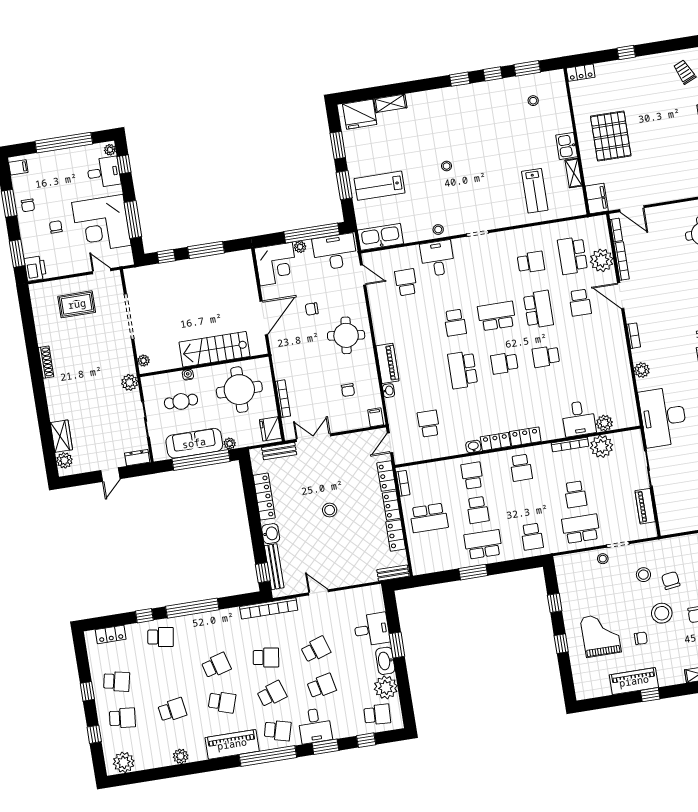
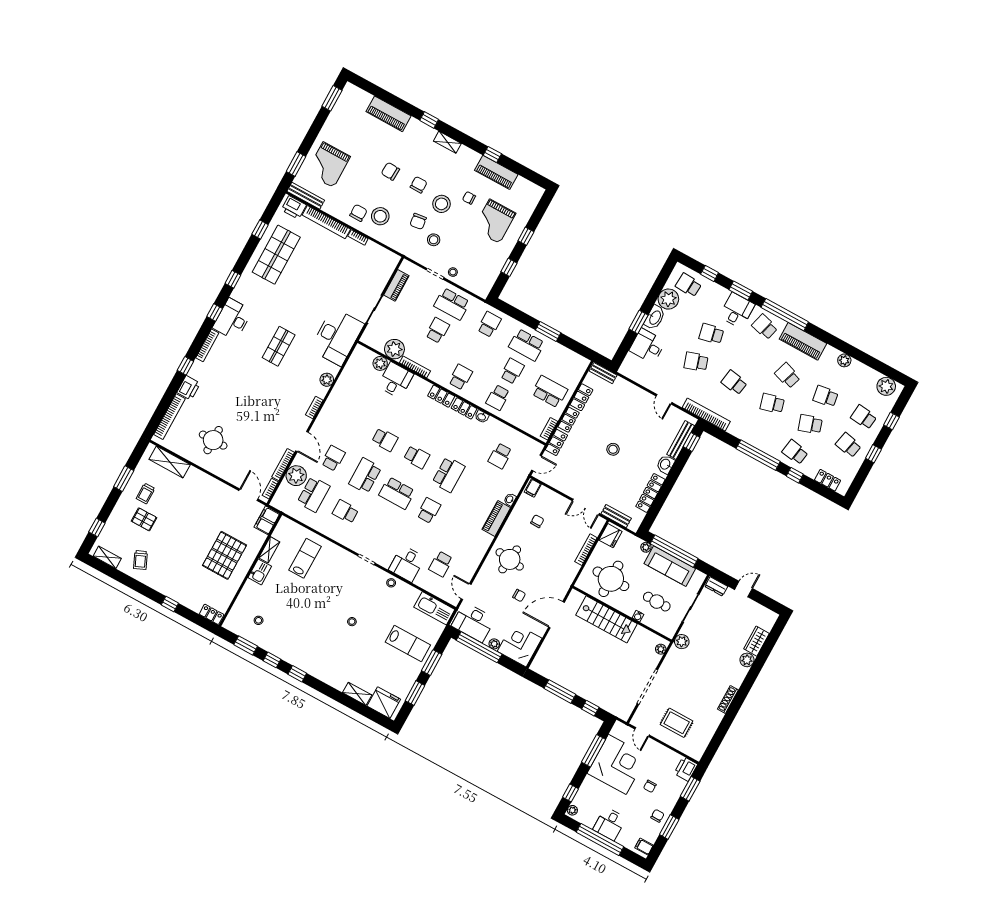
desk: (104, 172) -> (610, 824), moved, turned -90
plant: (64, 460) -> (747, 660), moved
school desk: (272, 694) -> (810, 424), moved

